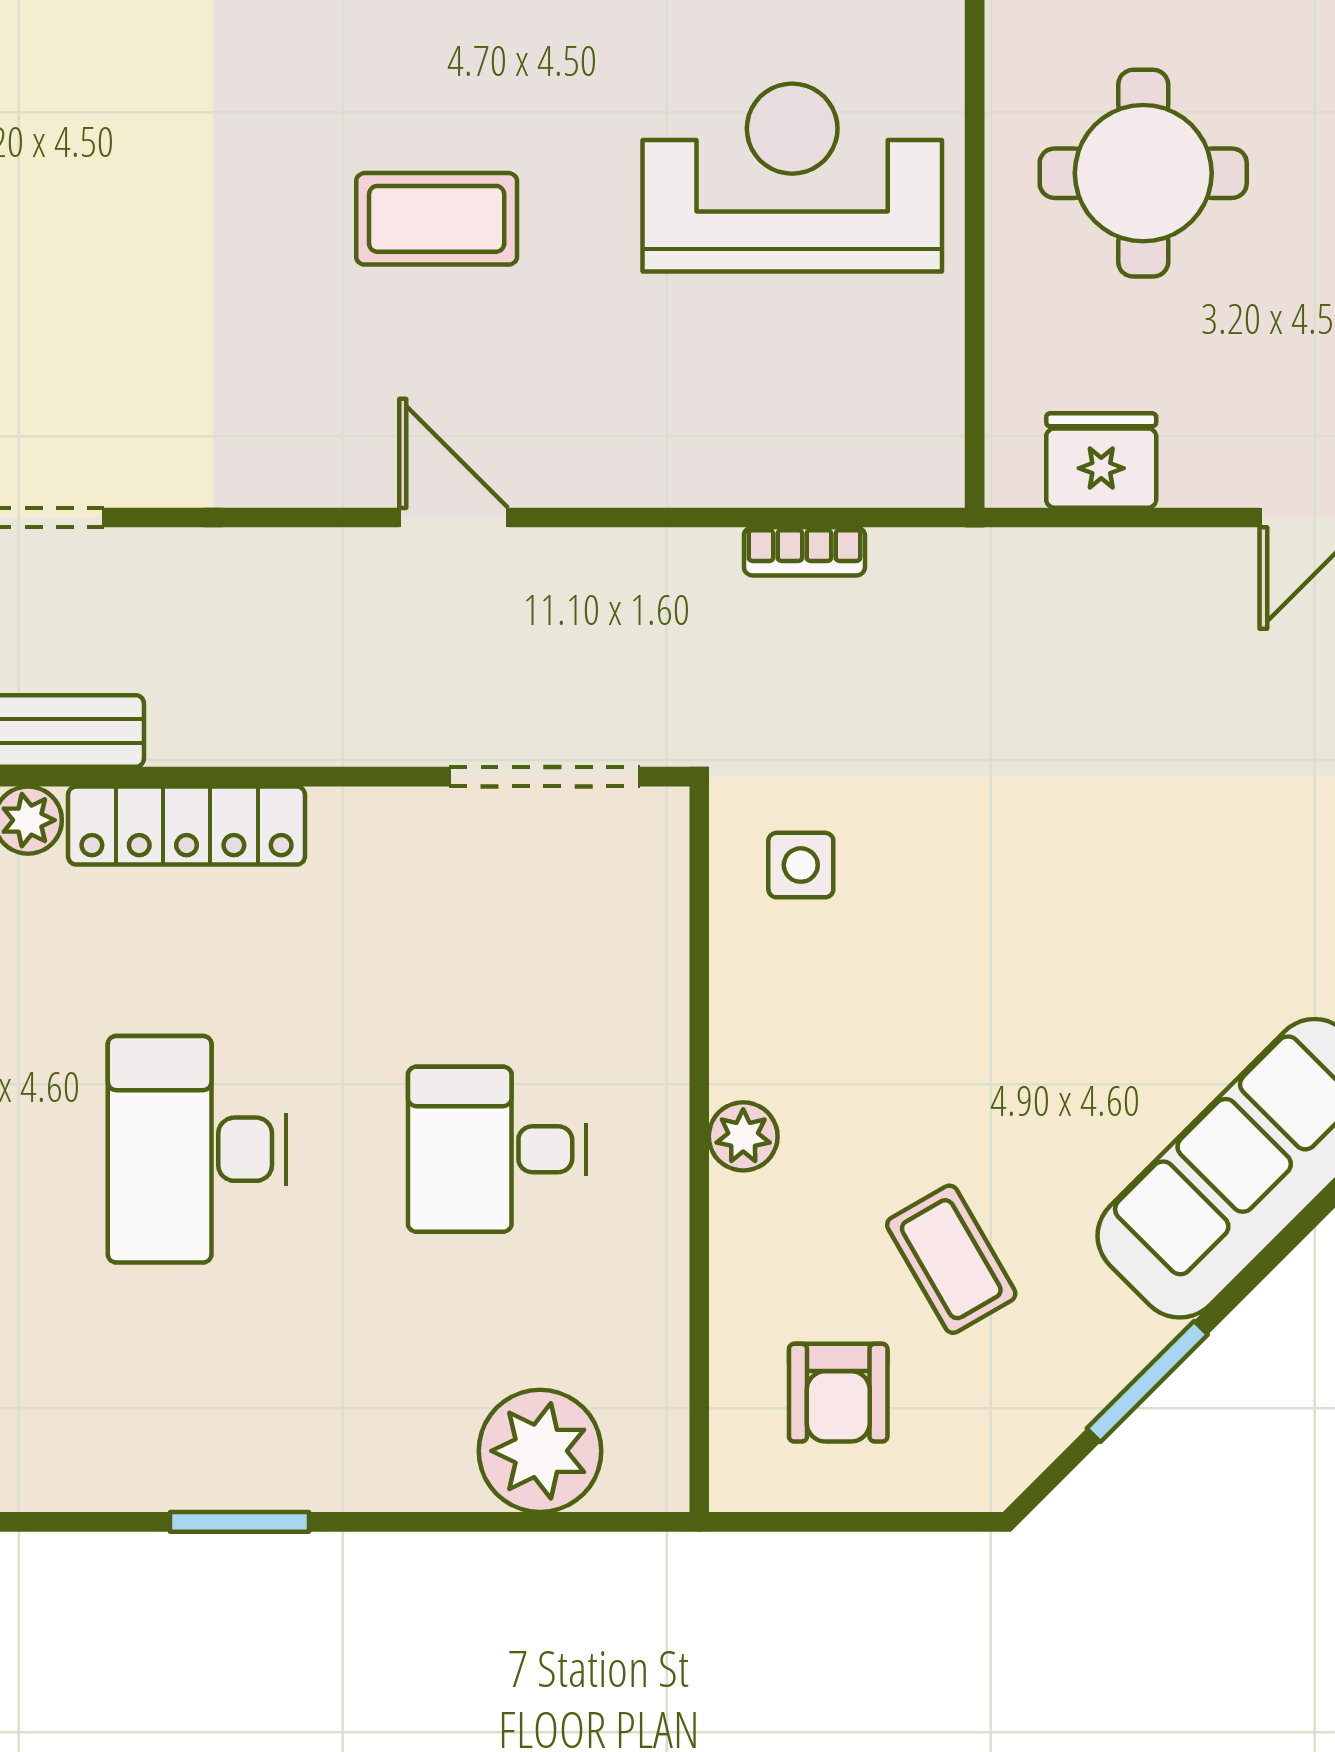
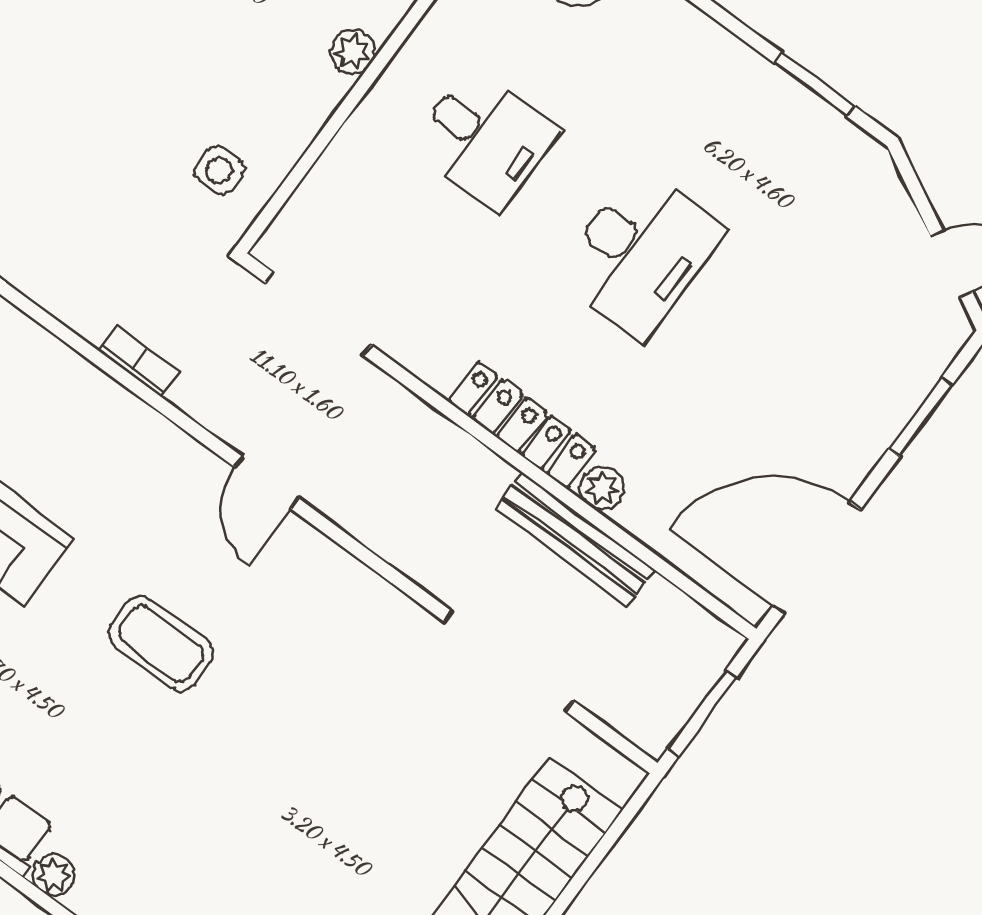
bookcase: (804, 551) -> (138, 361), moved
window: (239, 1522) -> (814, 84), moved

